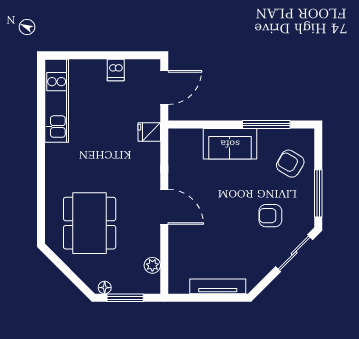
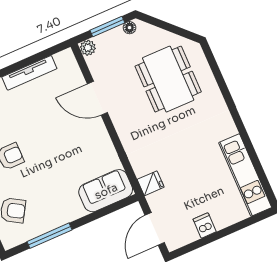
sofa: (230, 144) -> (106, 191), moved
door: (164, 207) -> (97, 98), moved
plant: (152, 265) -> (88, 48), moved

